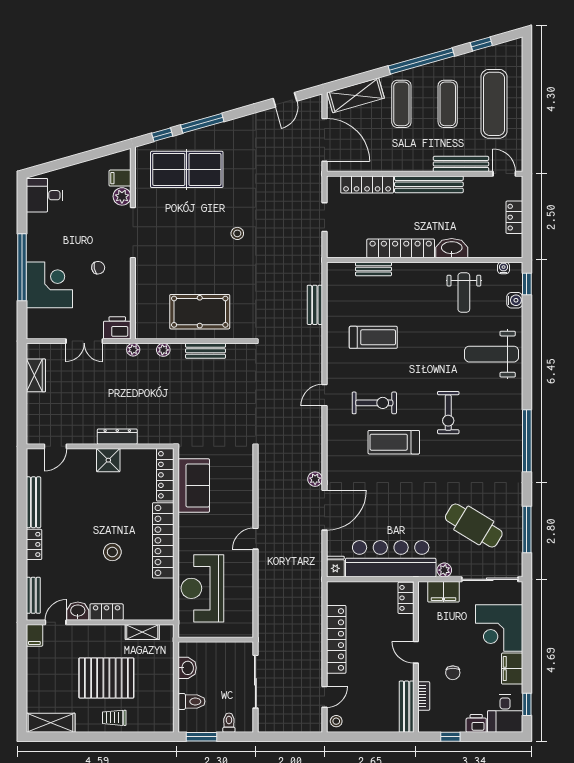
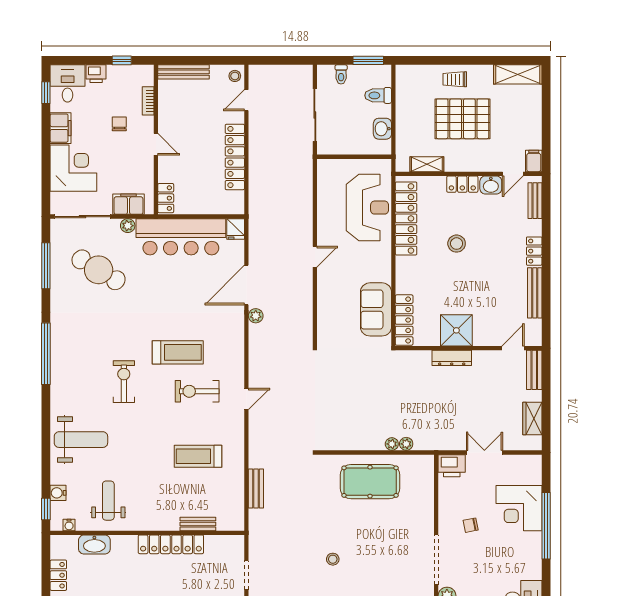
washbasin: (452, 248) -> (94, 545), moved
plant: (133, 350) -> (392, 444), moved
bench: (205, 351) -> (534, 370), moved, turned 90
shower: (108, 460) -> (456, 330), width x1.36, depth x1.36
locker: (163, 540) -> (406, 218), moved
bench: (407, 707) -> (183, 72), moved, turned 90
trolley: (114, 718) -> (455, 79), turned 180

